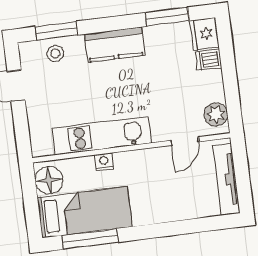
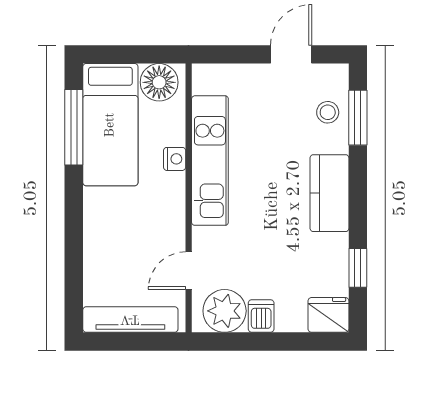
window: (167, 17) -> (358, 268), width x0.67
dishwasher: (209, 60) -> (261, 316), moved
plant: (216, 115) -> (225, 311), width x1.36, depth x1.36
door: (185, 141) -> (189, 271), hinge flipped

